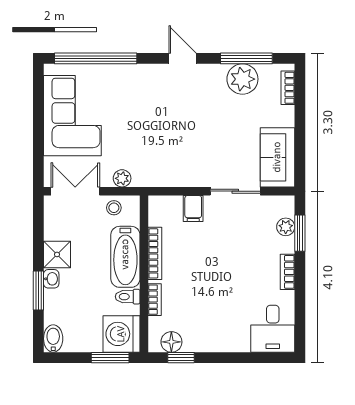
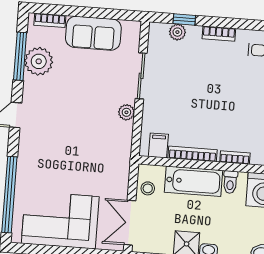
sofa: (277, 157) -> (93, 33), moved
plant: (122, 178) -> (126, 112), moved
filing cabinet: (193, 208) -> (158, 145), moved, turned -90
window: (300, 233) -> (184, 20), width x0.67

